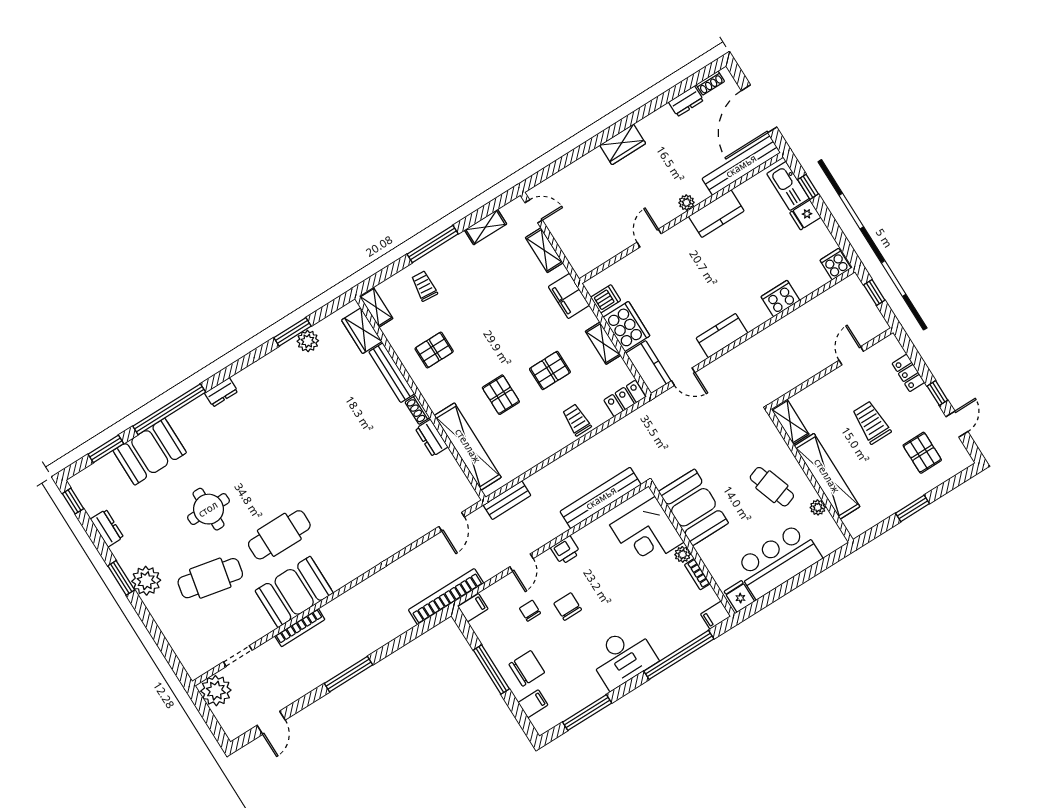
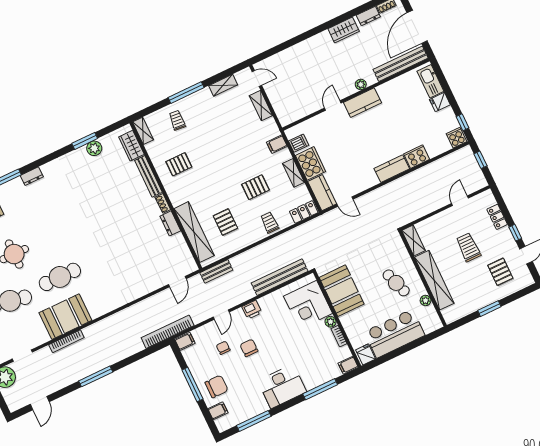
wardrobe: (623, 144) -> (344, 30), moved
window: (808, 187) -> (462, 122), moved
kitchen counter: (716, 214) -> (362, 103), moved
filing cabinet: (569, 296) -> (277, 144), width x0.50
kitchen counter: (722, 336) -> (392, 169), moved
pallet: (501, 395) -> (225, 222), moved
window: (679, 655) -> (320, 389), width x0.68

